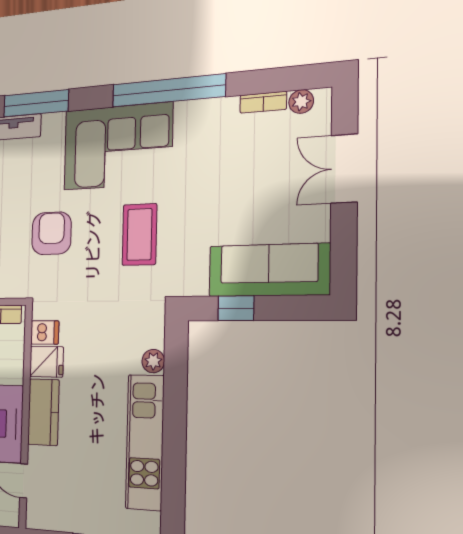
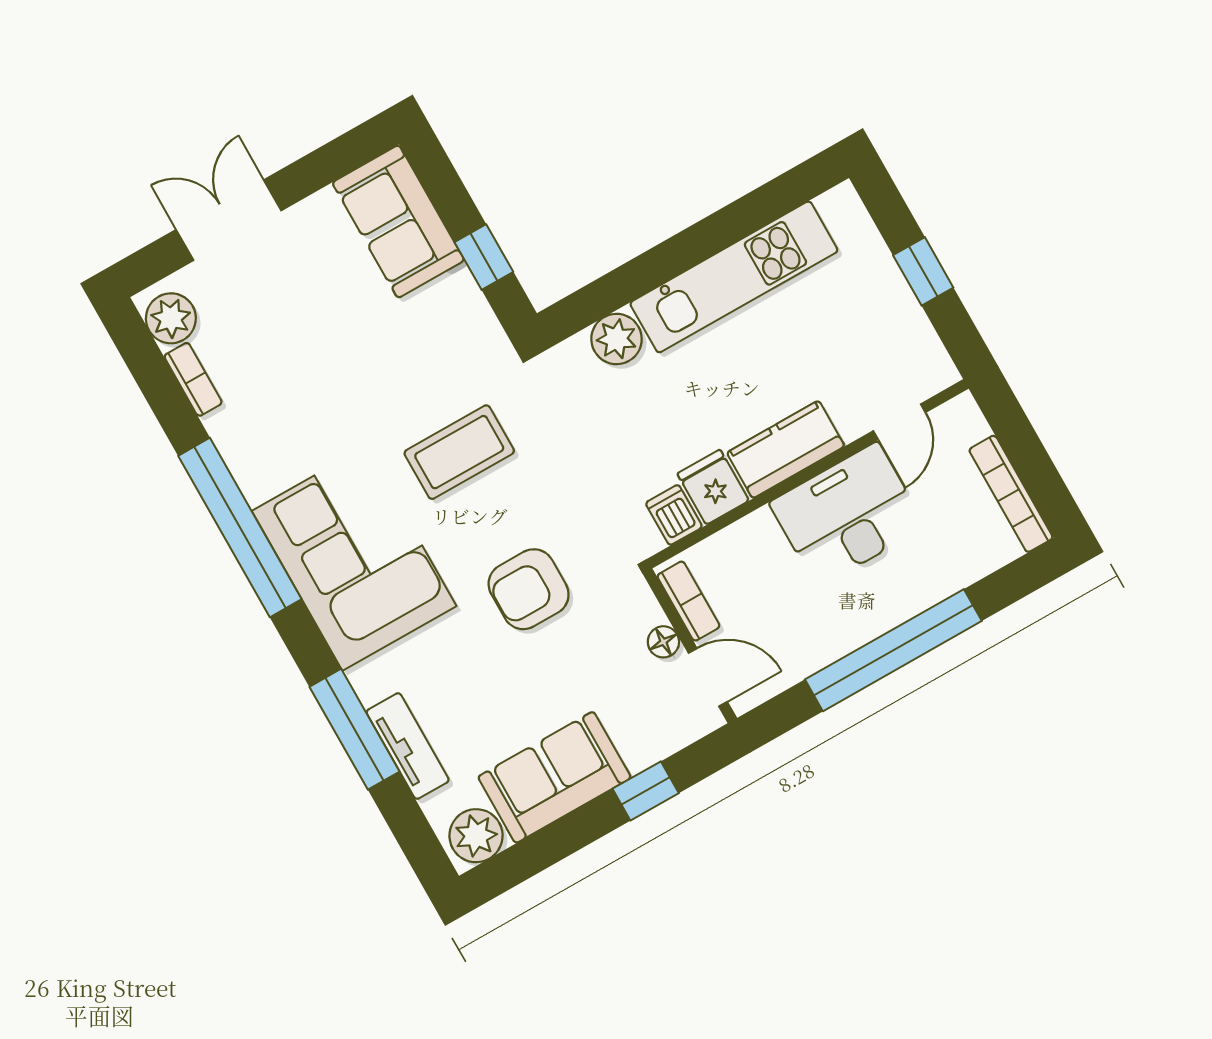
plant: (301, 102) -> (171, 318), width x1.38, depth x1.38
double door: (344, 169) -> (229, 220), swing flipped
sofa: (269, 270) -> (398, 221), width x0.73
plant: (153, 361) -> (617, 339), width x1.38, depth x1.38

